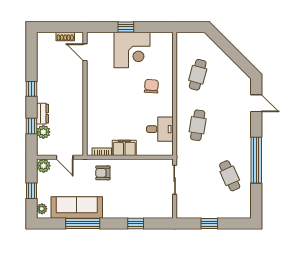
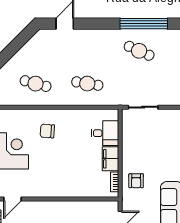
desk: (160, 129) -> (105, 133), moved, turned 90
window: (256, 160) -> (144, 24), moved
cafe table: (230, 176) -> (139, 51), turned 48

